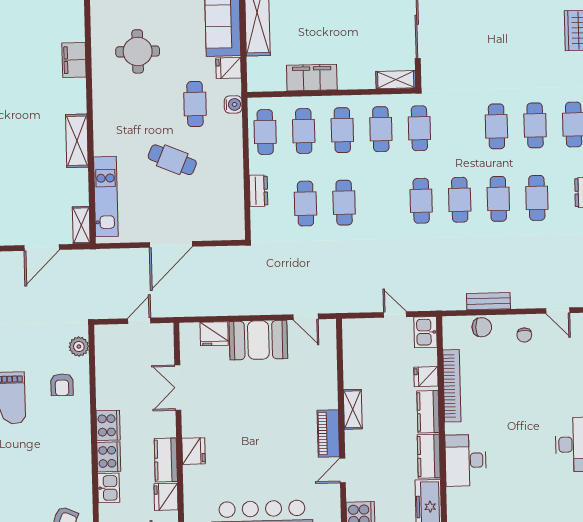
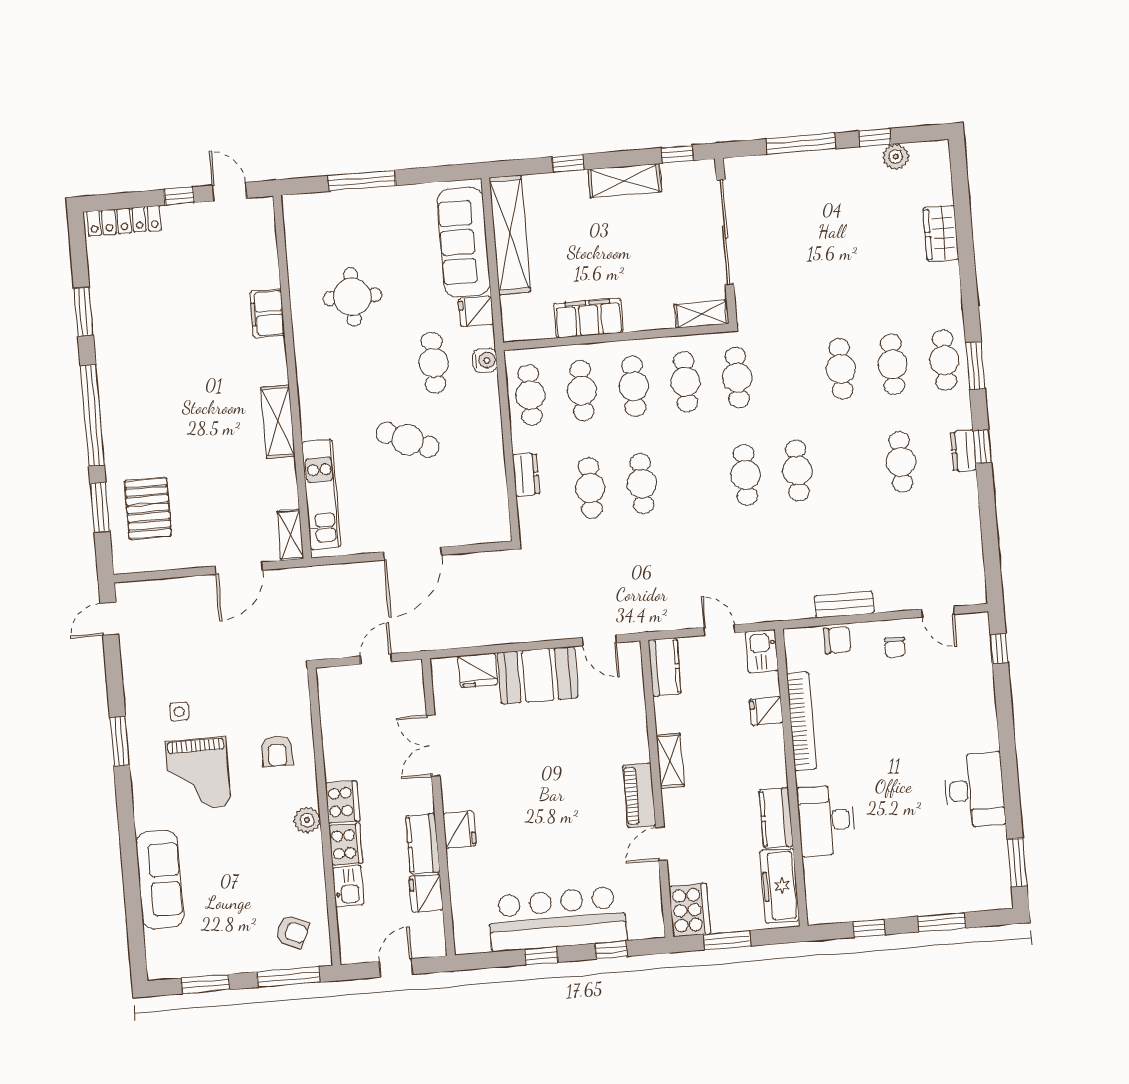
cafe table: (498, 199) -> (849, 466), removed
plant: (79, 347) -> (307, 820), moved
kitchen counter: (428, 412) -> (665, 667), moved, turned 180

